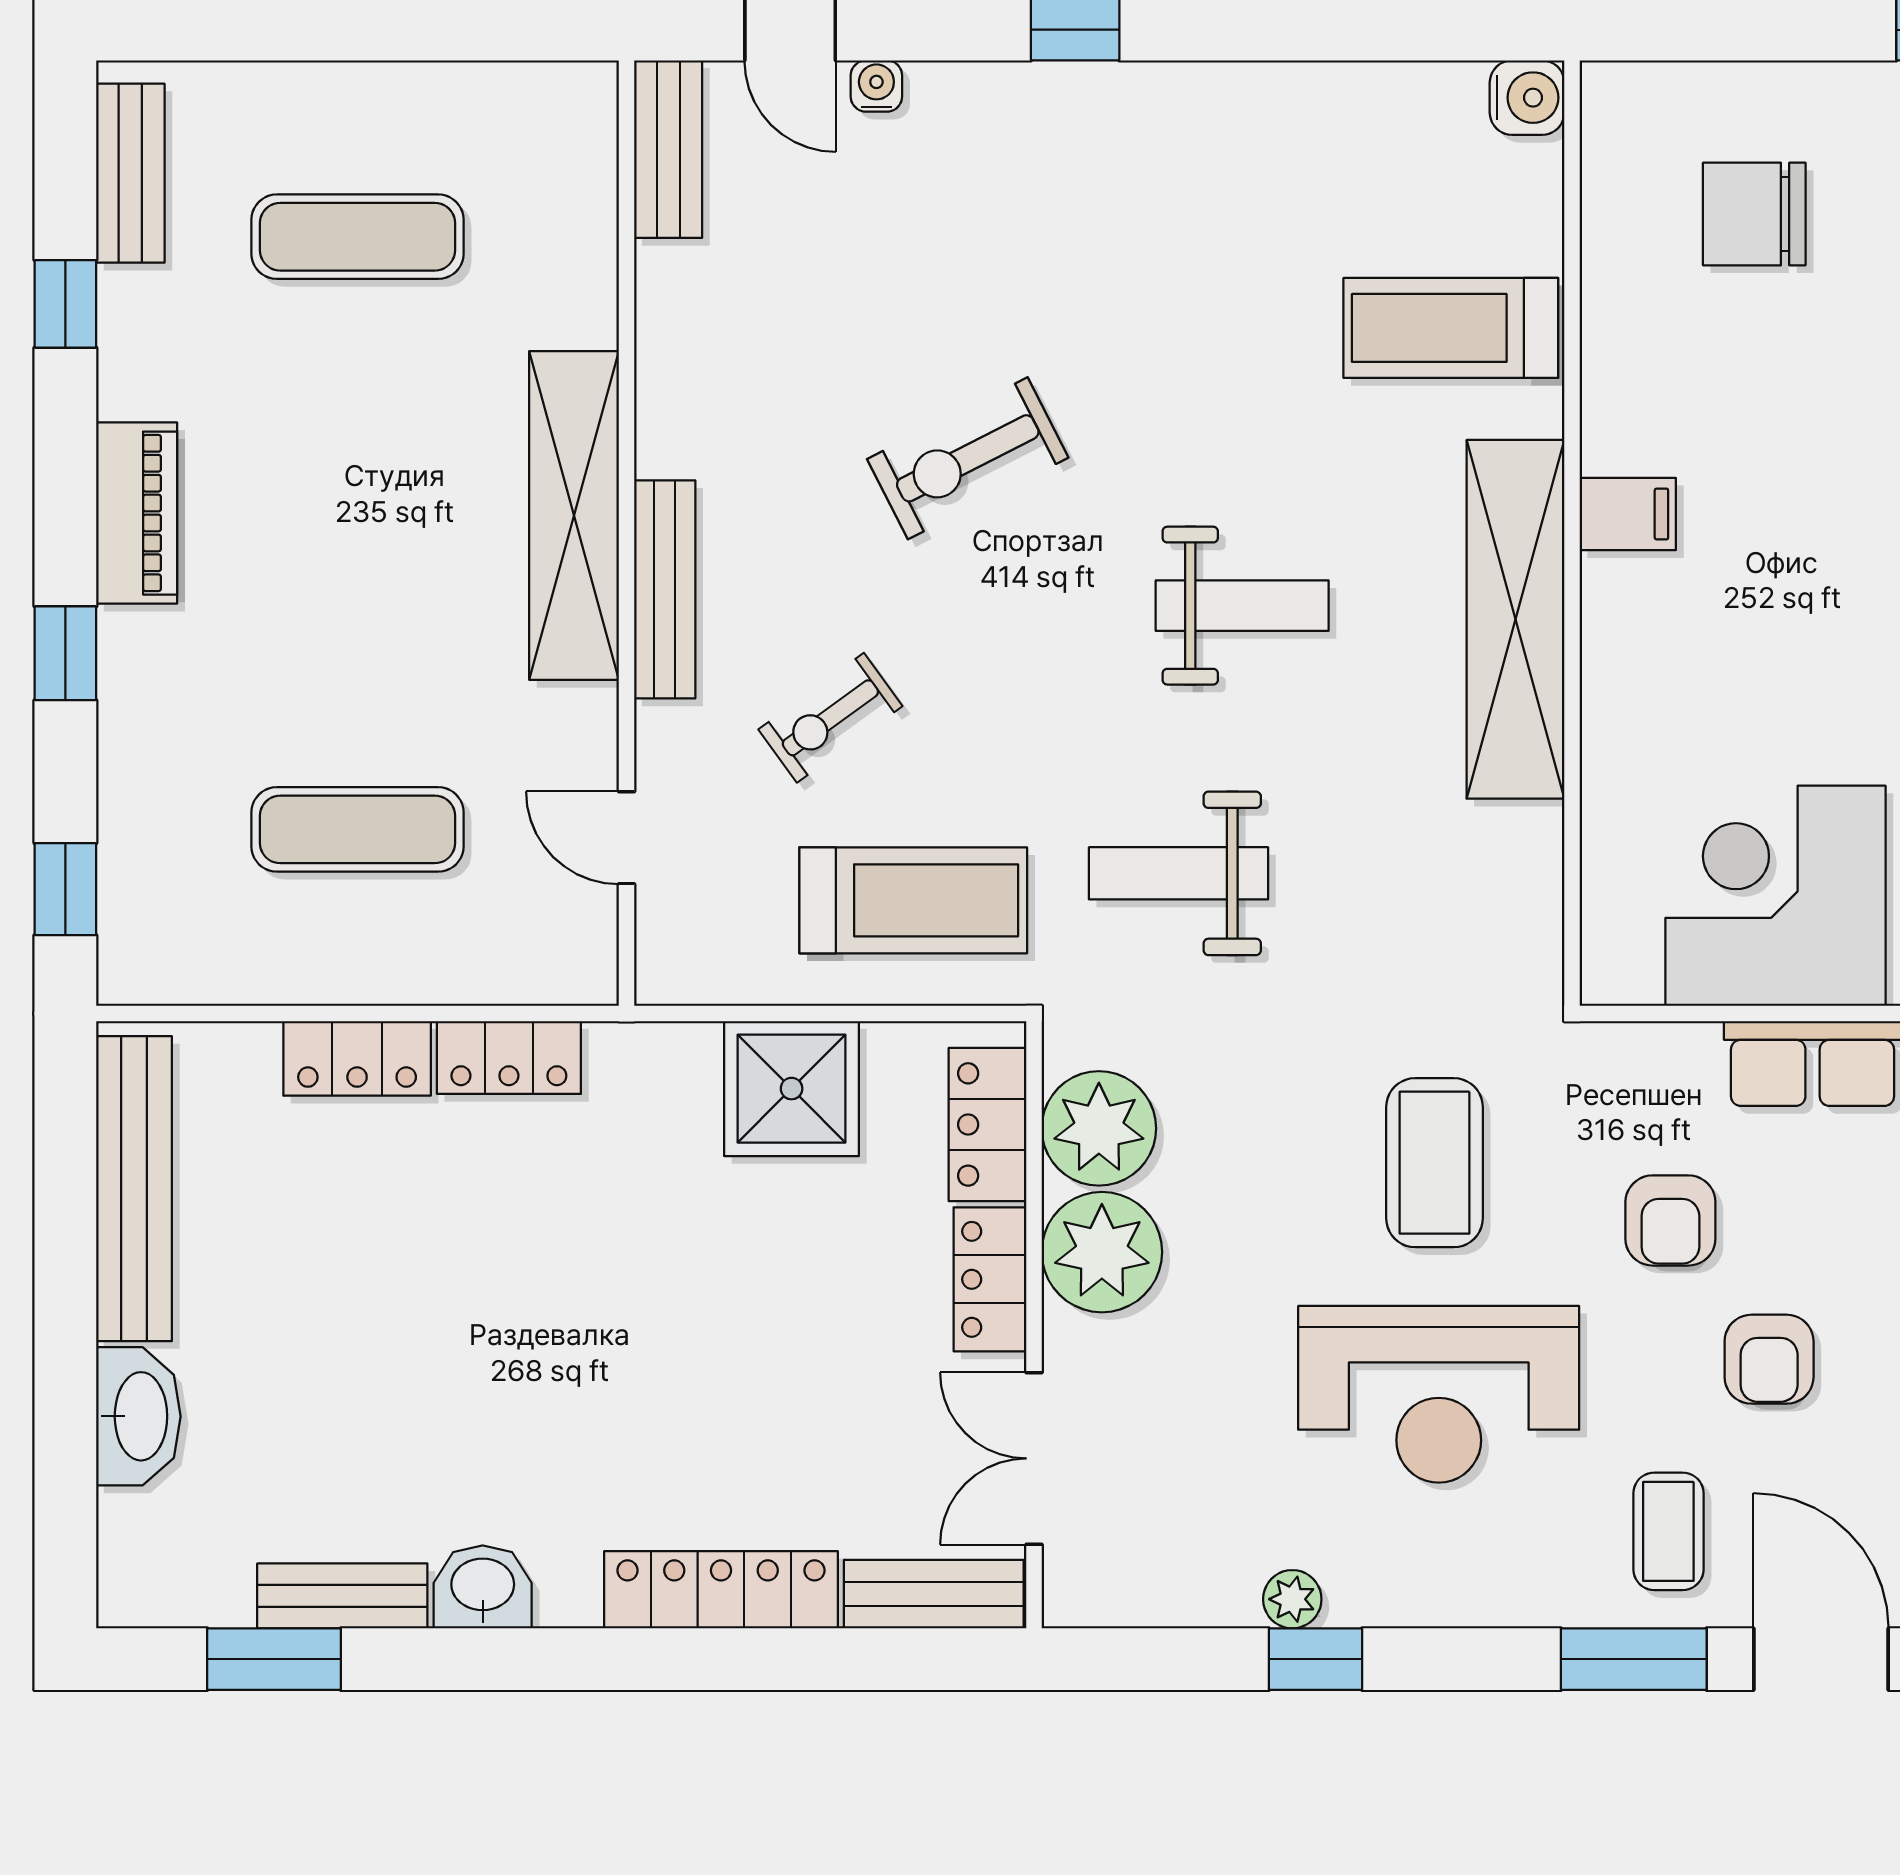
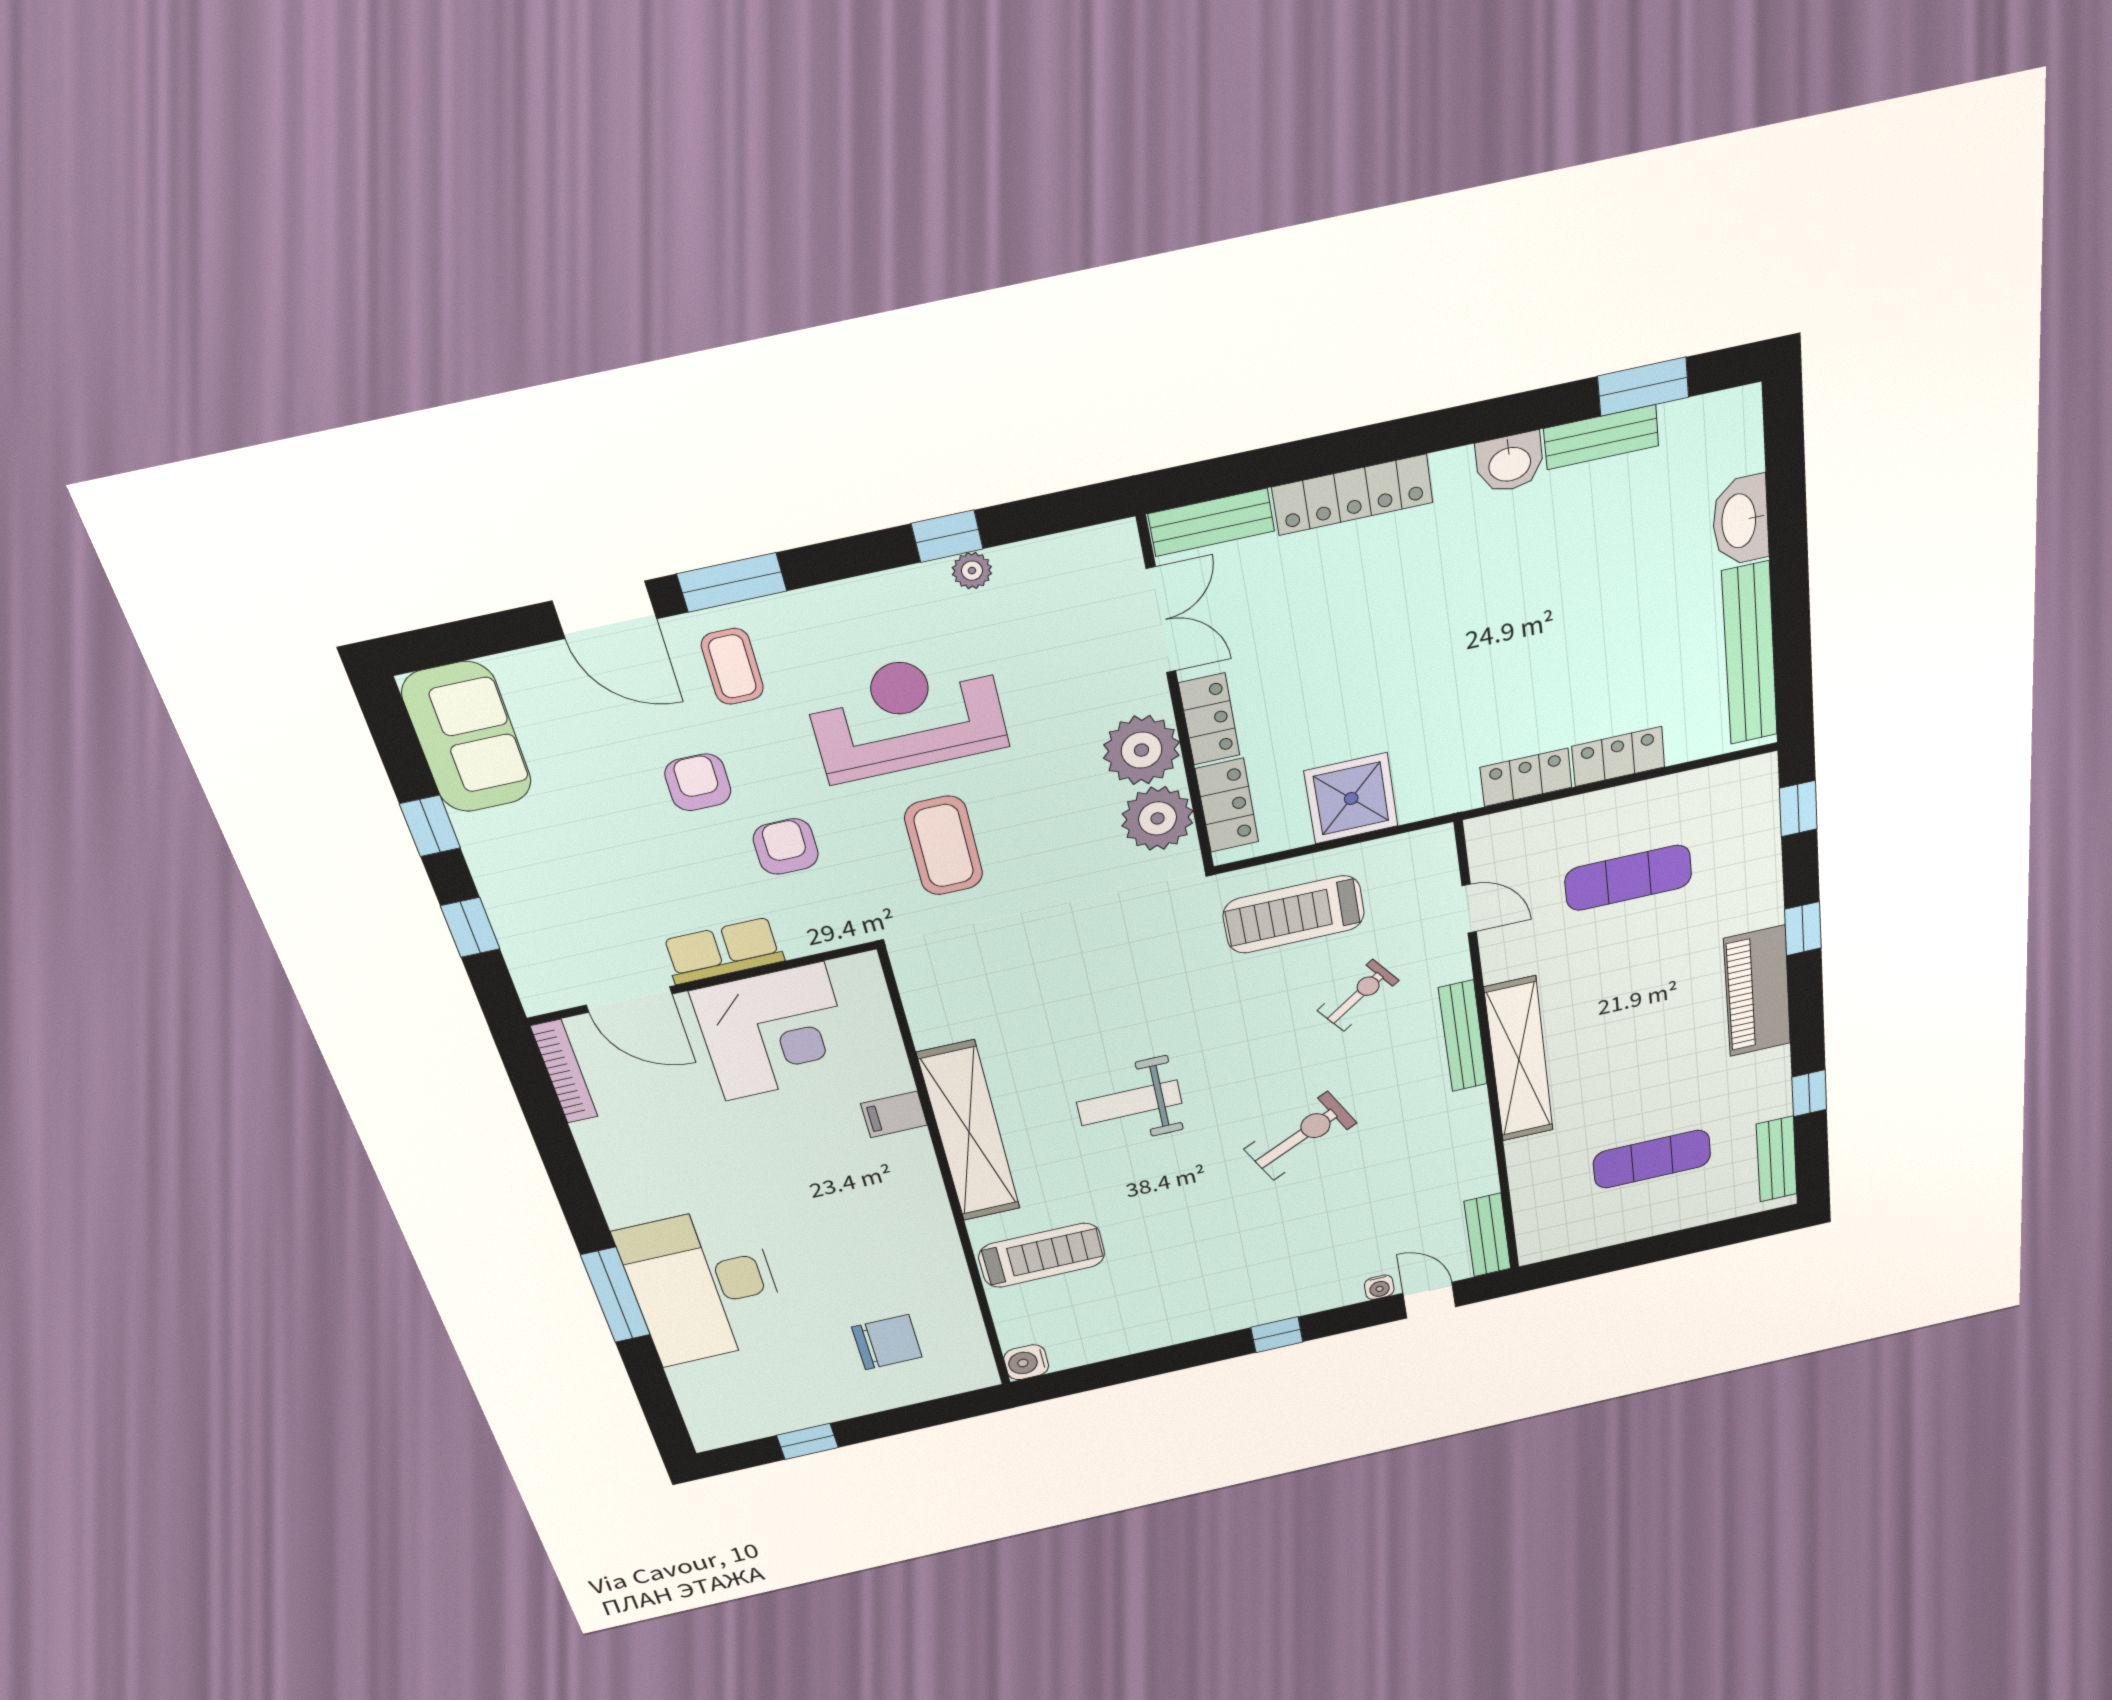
piano: (137, 513) -> (1757, 991), width x1.37, depth x1.33
filing cabinet: (1628, 514) -> (894, 1114), moved
weight bench: (1179, 873) -> (1137, 963), removed

